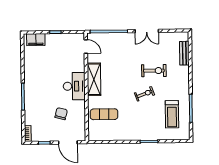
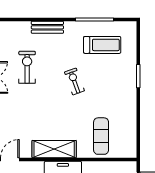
bench: (184, 53) -> (47, 27), moved
exercise bike: (154, 71) -> (27, 67), moved

